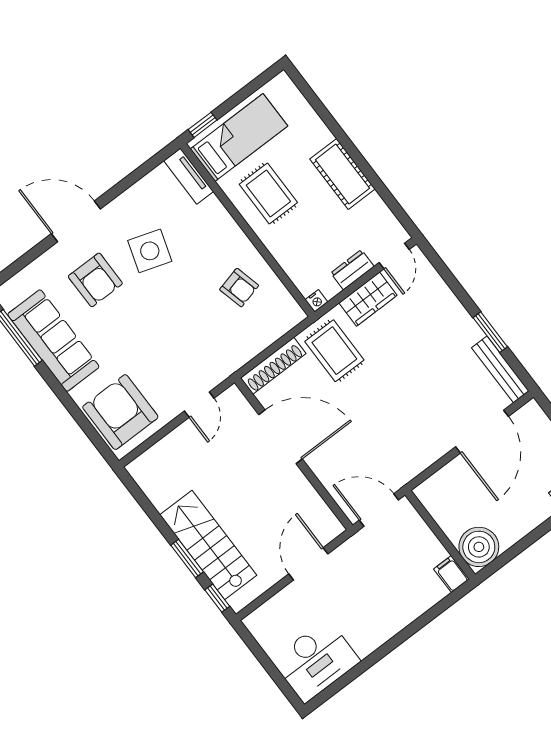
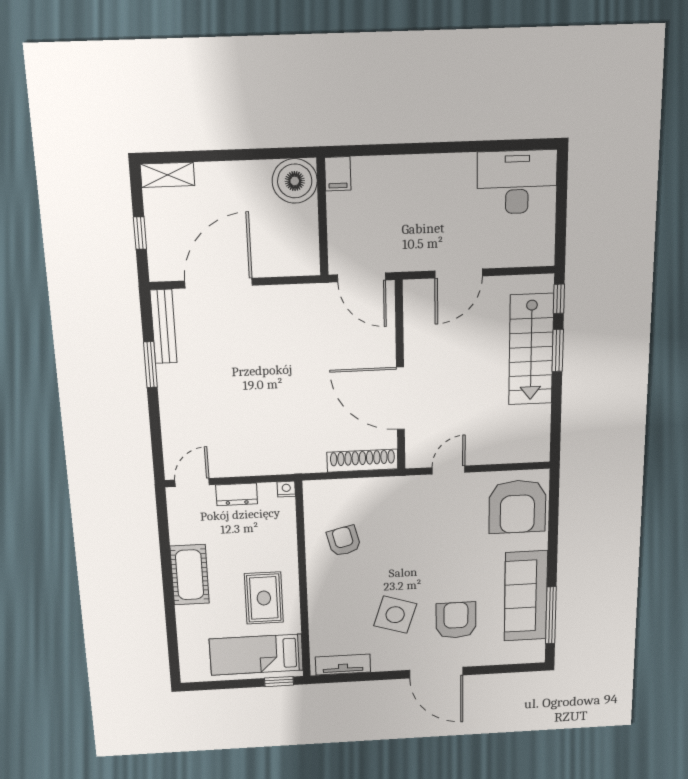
tv unit: (189, 176) -> (343, 665), moved, turned -90
wardrobe: (368, 299) -> (241, 462), removed
rug: (334, 351) -> (301, 439), removed

